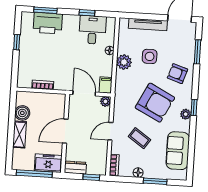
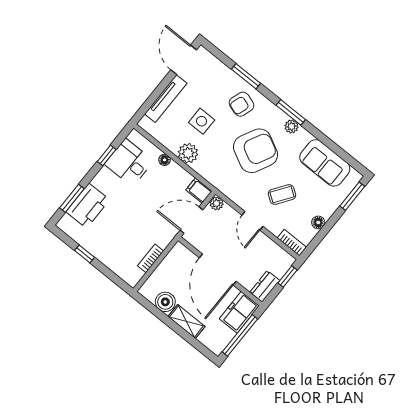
window: (197, 52) -> (246, 76), moved
window: (194, 108) -> (291, 112), width x1.50
door: (65, 131) -> (218, 269), width x1.36
window: (155, 181) -> (352, 196), moved

